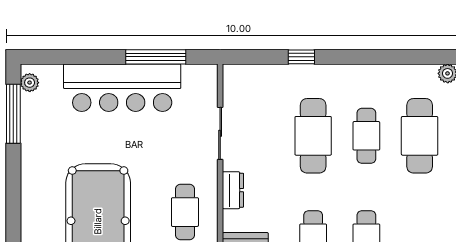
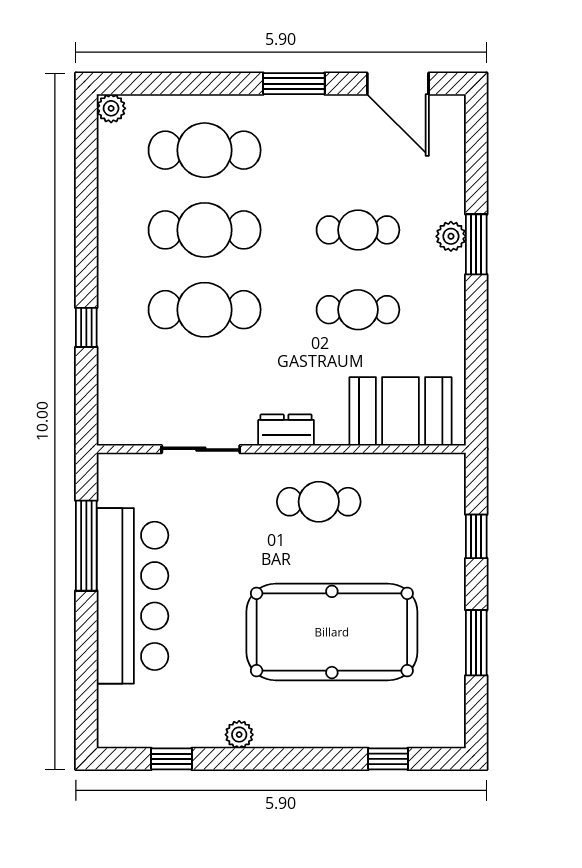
plant: (30, 83) -> (239, 735), moved
window: (13, 114) -> (171, 759), width x0.46
cafe table: (366, 136) -> (205, 230), width x1.37, depth x1.35

